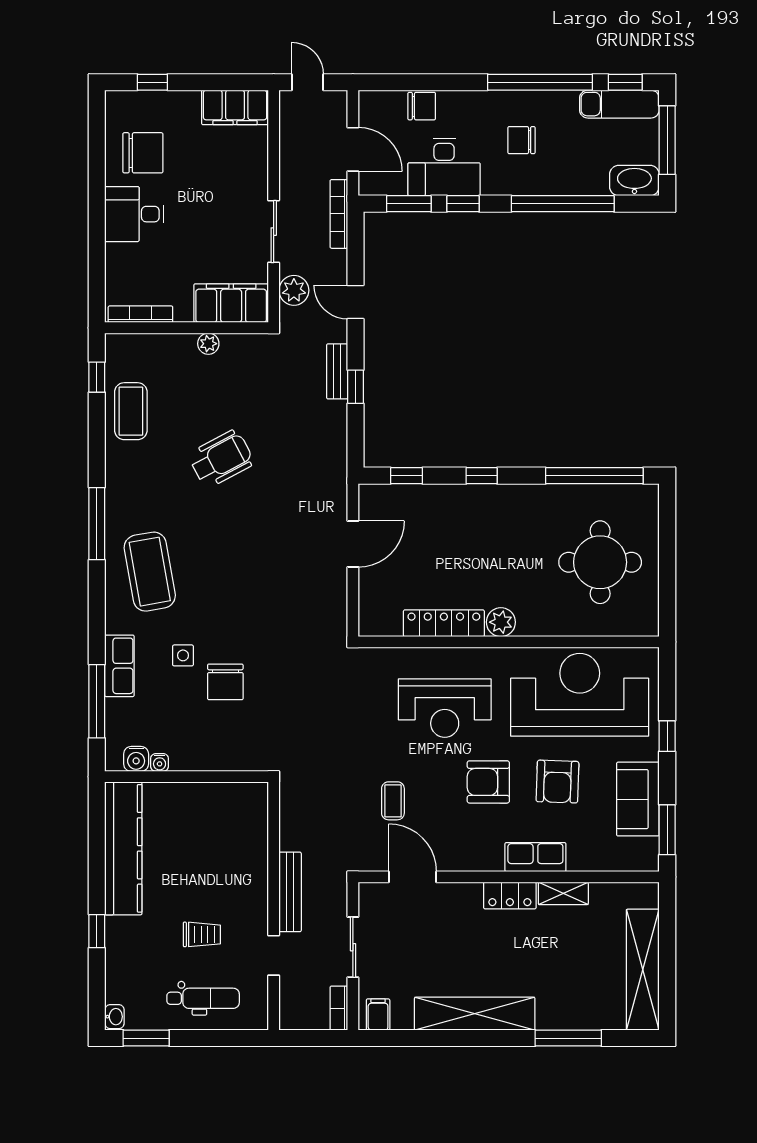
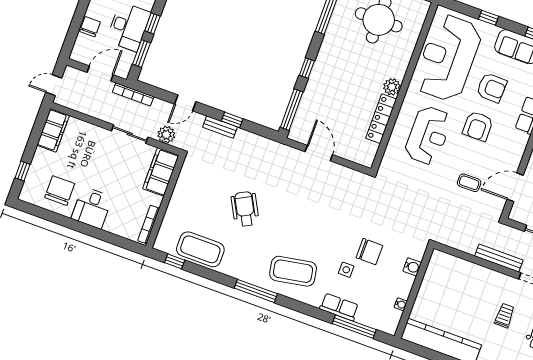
plant: (208, 344) -> (179, 193), removed
coffee table: (131, 411) -> (200, 249), width x1.36, depth x1.32
window: (407, 476) -> (292, 110), width x2.17
water cooler: (136, 759) -> (412, 267), moved

